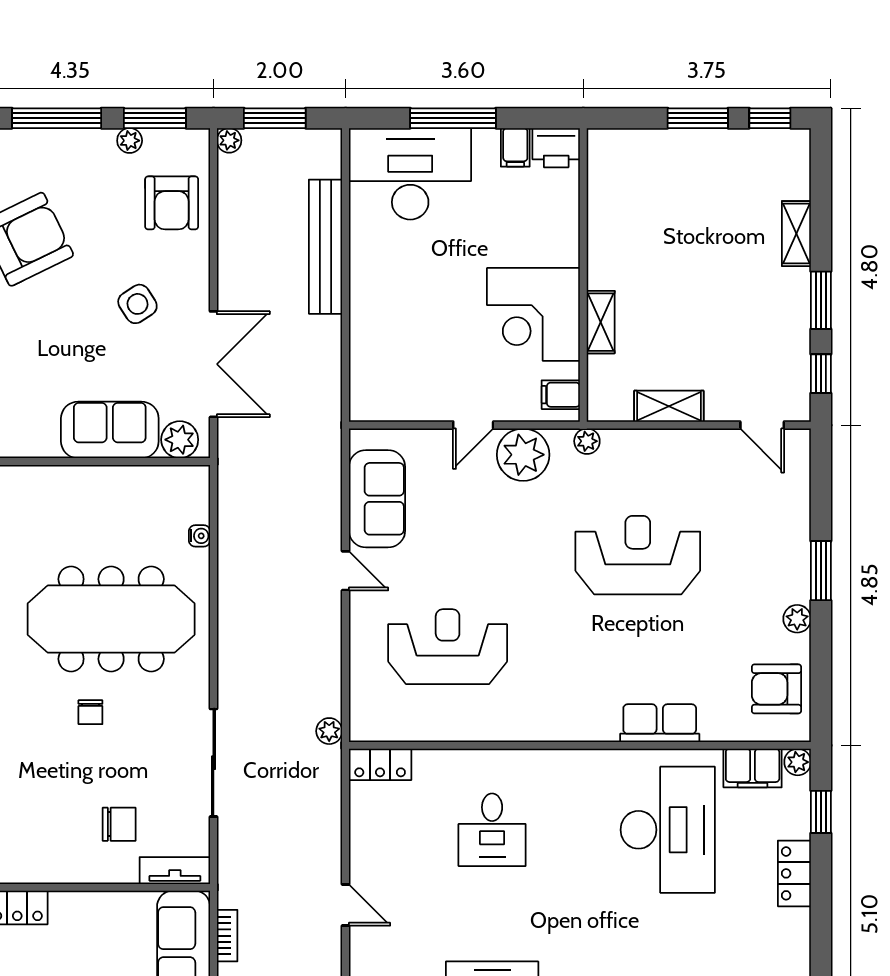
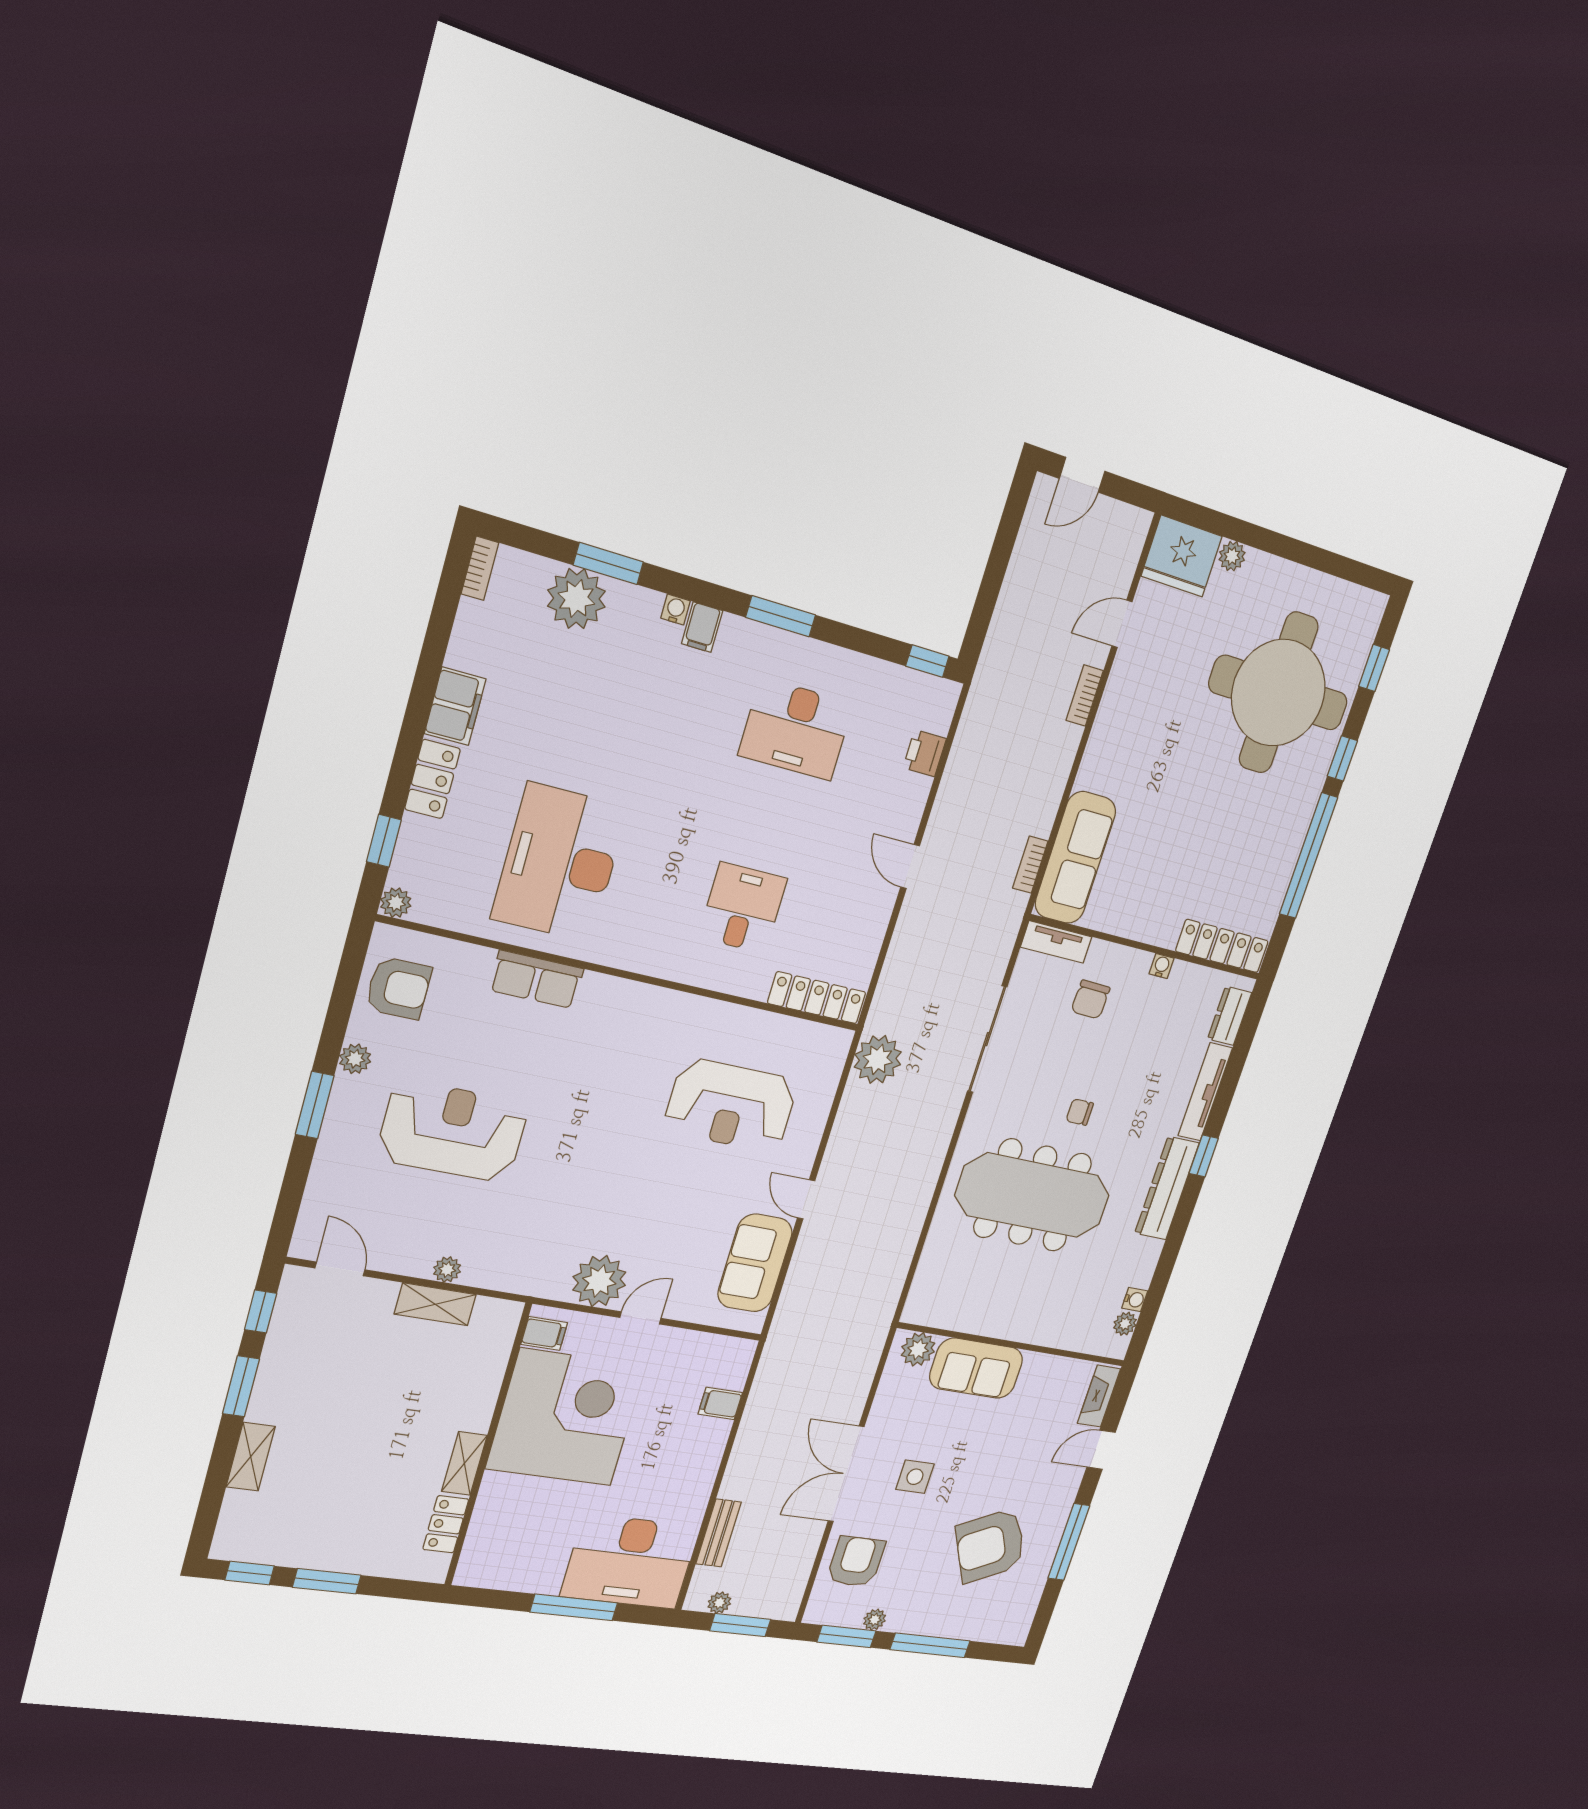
plant: (229, 140) -> (719, 1603), moved
filing cabinet: (515, 147) -> (720, 1403), moved, turned -90
printer: (556, 148) -> (480, 1569), removed
locker: (602, 190) -> (446, 1524), added
bench: (326, 247) -> (718, 1533), width x0.54, depth x0.82
side table: (137, 304) -> (915, 1477), turned 33
corner desk: (533, 314) -> (566, 1417), width x1.36, depth x1.36
shelving: (601, 322) -> (464, 1463), moved
double door: (213, 364) -> (846, 1474), moved
plant: (587, 441) -> (447, 1270), moved
water cooler: (199, 536) -> (1162, 966), moved, turned 90
reception desk: (638, 555) -> (453, 1131), moved, turned 180
chair: (90, 712) -> (1080, 1112), turned -90
plant: (329, 731) -> (878, 1059), width x1.88, depth x1.88
locker: (380, 764) -> (817, 998), width x1.53
filing cabinet: (753, 768) -> (455, 706), moved, turned 90
chair: (119, 824) -> (1091, 999), turned -88

